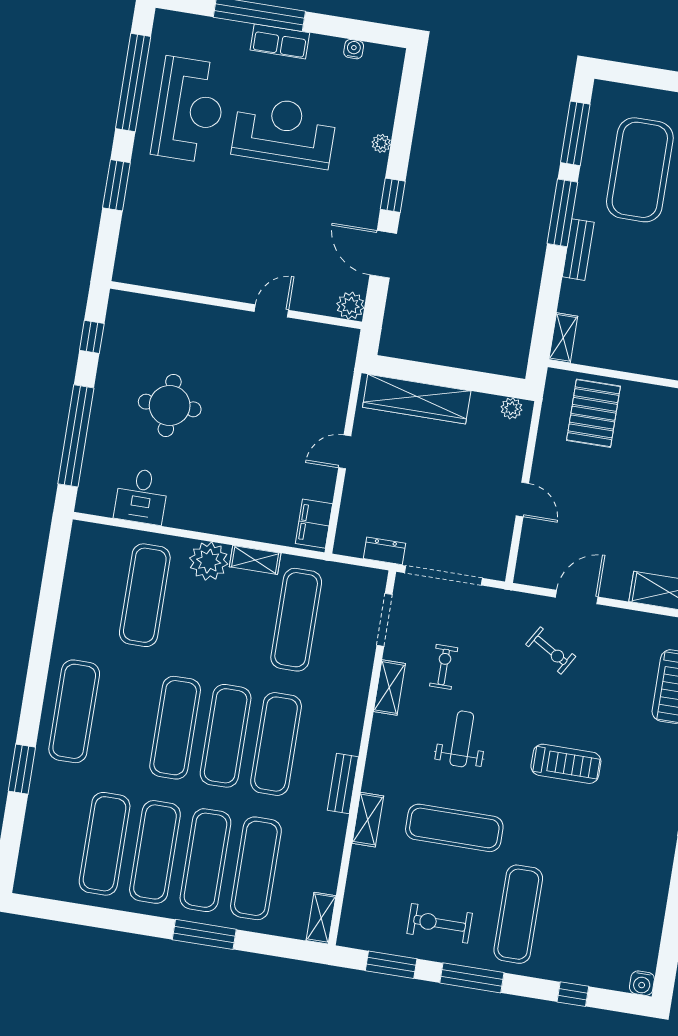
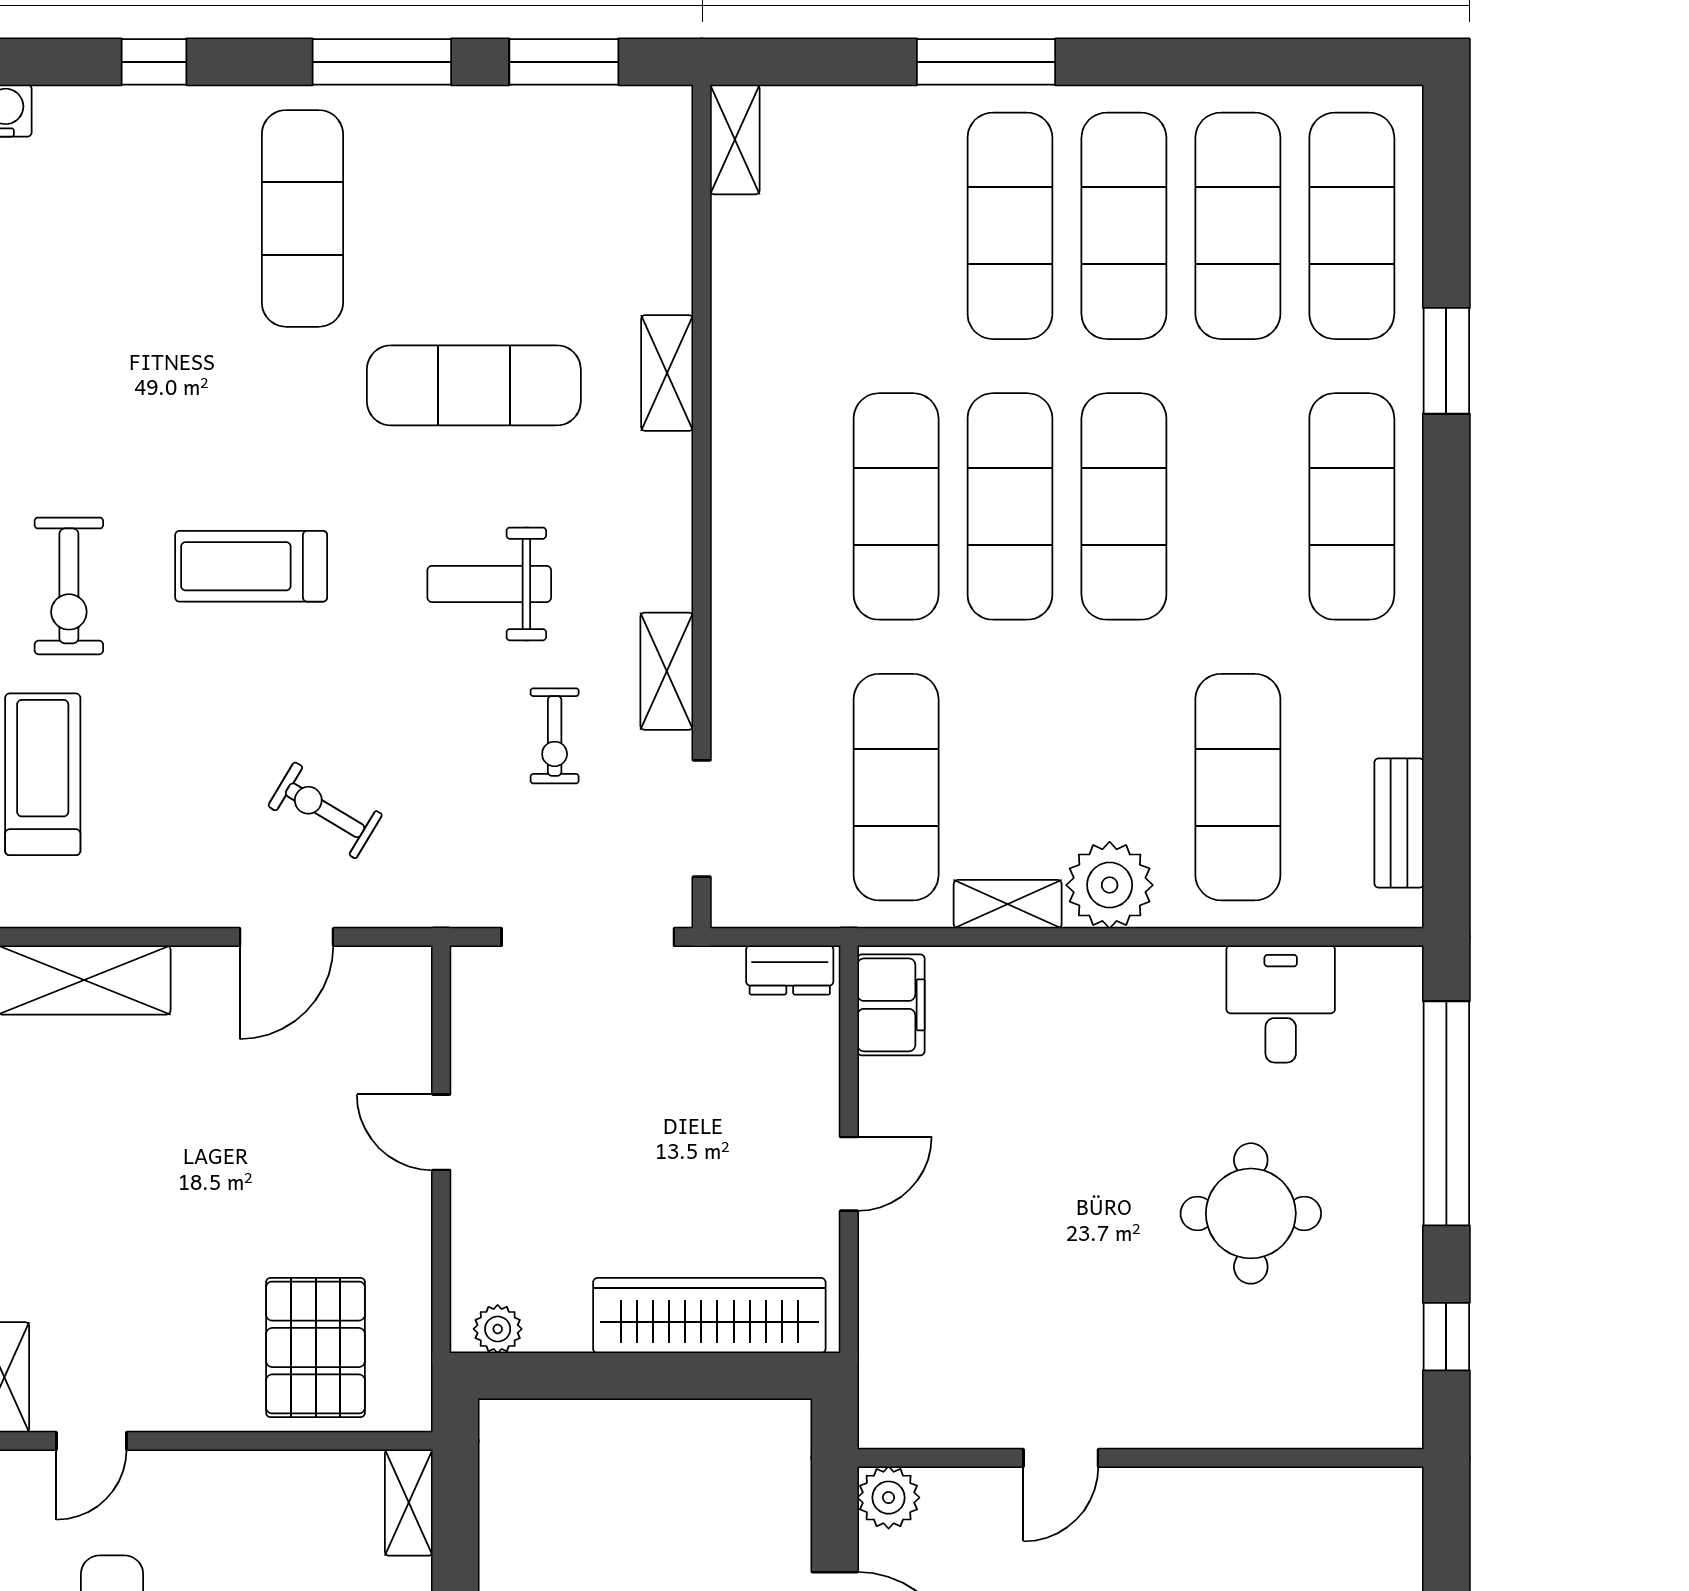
dresser: (384, 551) -> (790, 970), moved
weight bench: (462, 739) -> (489, 584), turned 90
bench: (343, 783) -> (1399, 823), moved
exercise mat: (256, 868) -> (1352, 226), moved
exercise bike: (440, 923) -> (69, 586), moved, turned 90

